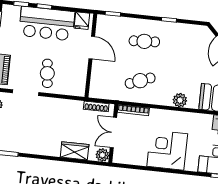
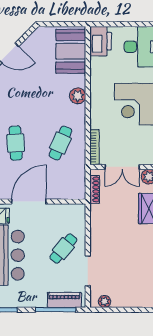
door: (92, 48) -> (29, 202), width x1.36
cafe table: (47, 73) -> (63, 249), turned -44
cafe table: (140, 81) -> (60, 143), turned 45

